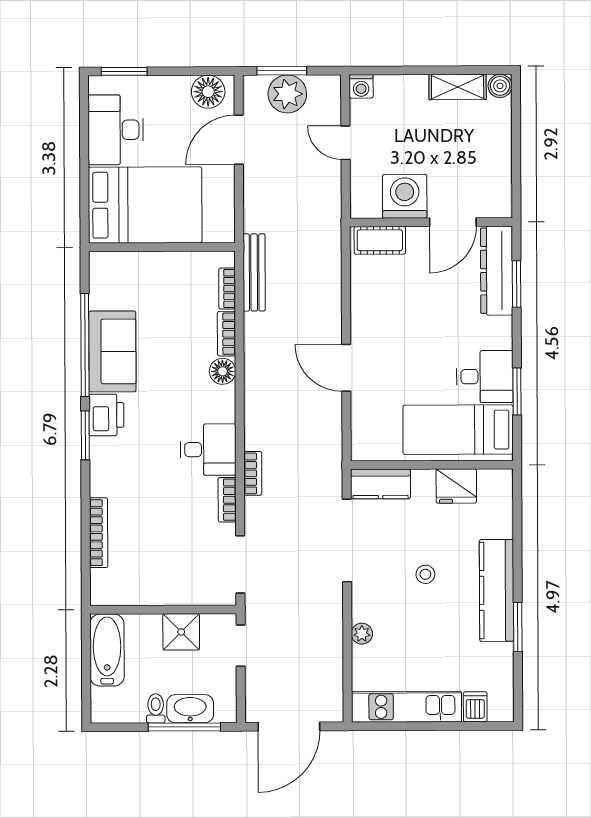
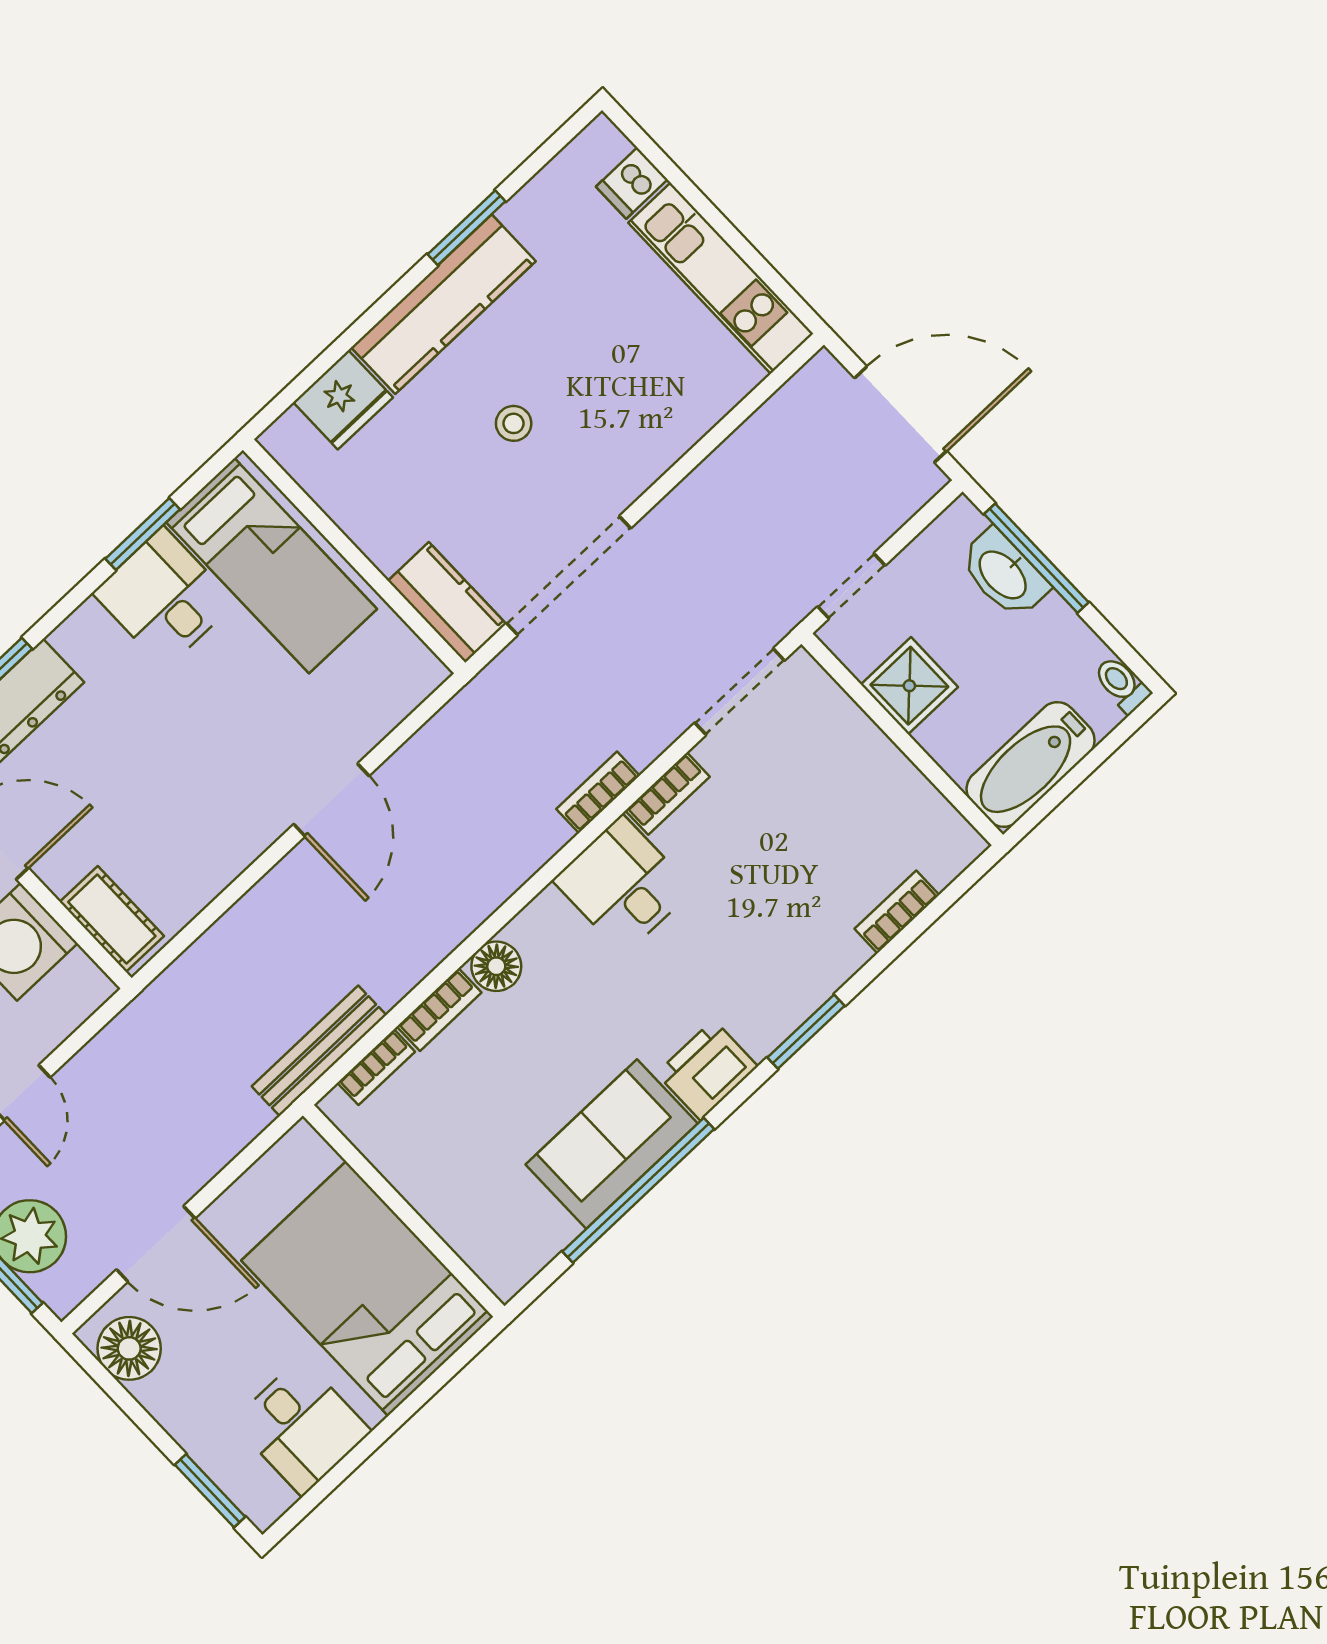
desk: (116, 130) -> (302, 1427), width x0.73
window: (85, 435) -> (806, 1032), moved
fridge: (456, 486) -> (343, 400), moved, turned 90
bookcase: (99, 533) -> (897, 912), width x0.64
plant: (362, 634) -> (678, 434), removed
toilet: (156, 708) -> (1122, 684), moved, turned 90

